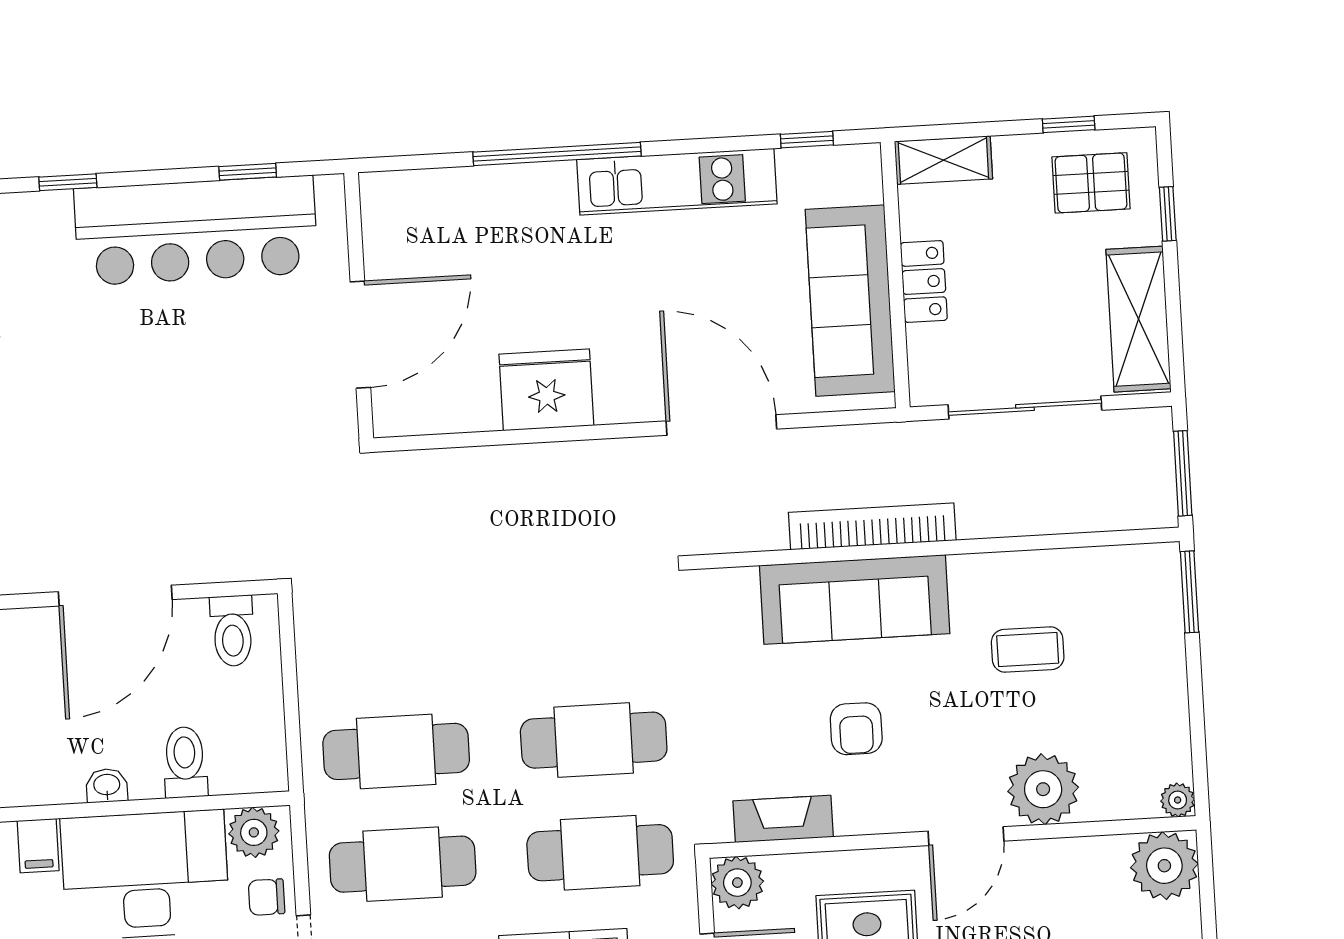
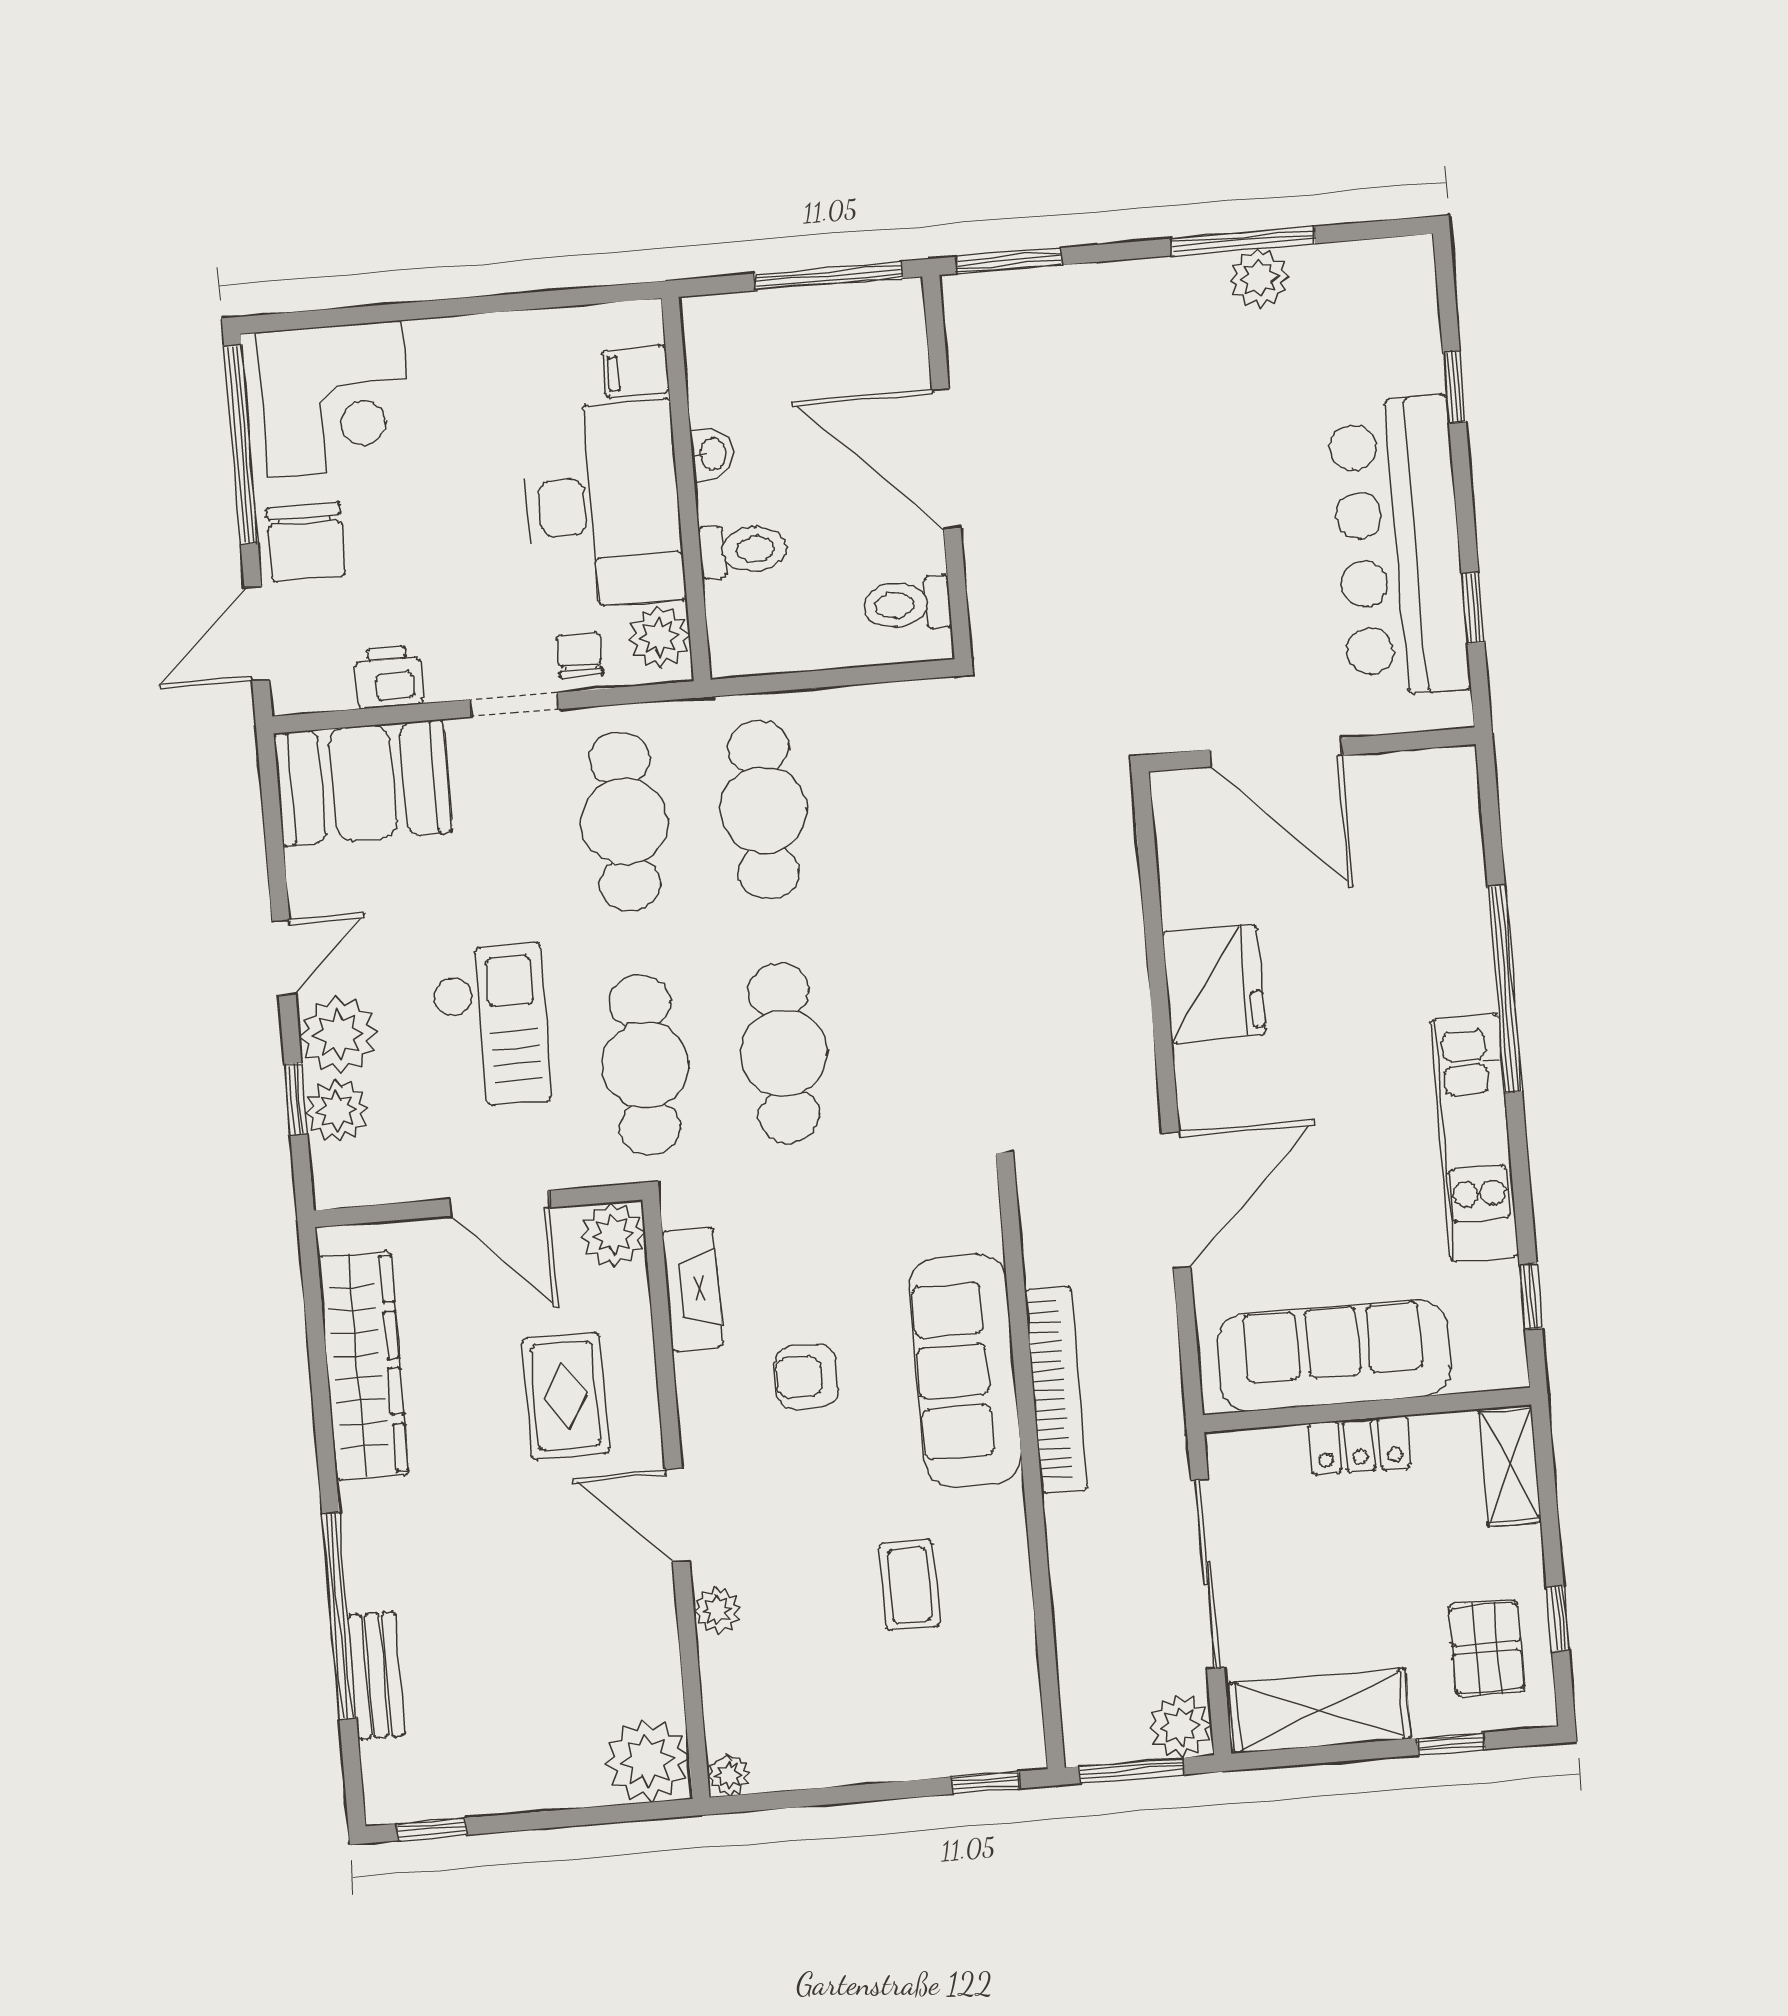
plant: (1148, 433) -> (1180, 1726), added
window: (1190, 592) -> (986, 1783), width x0.67
plant: (1043, 789) -> (717, 1610), width x0.53, depth x0.53

